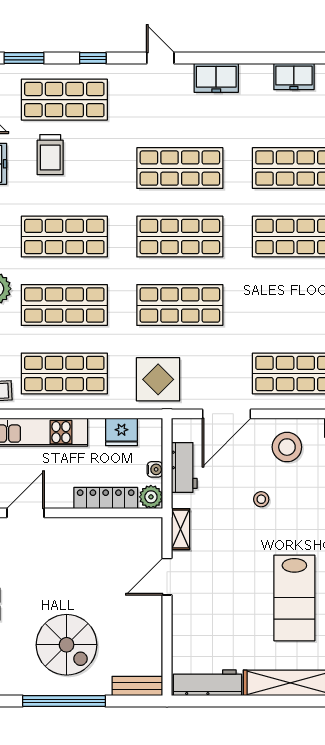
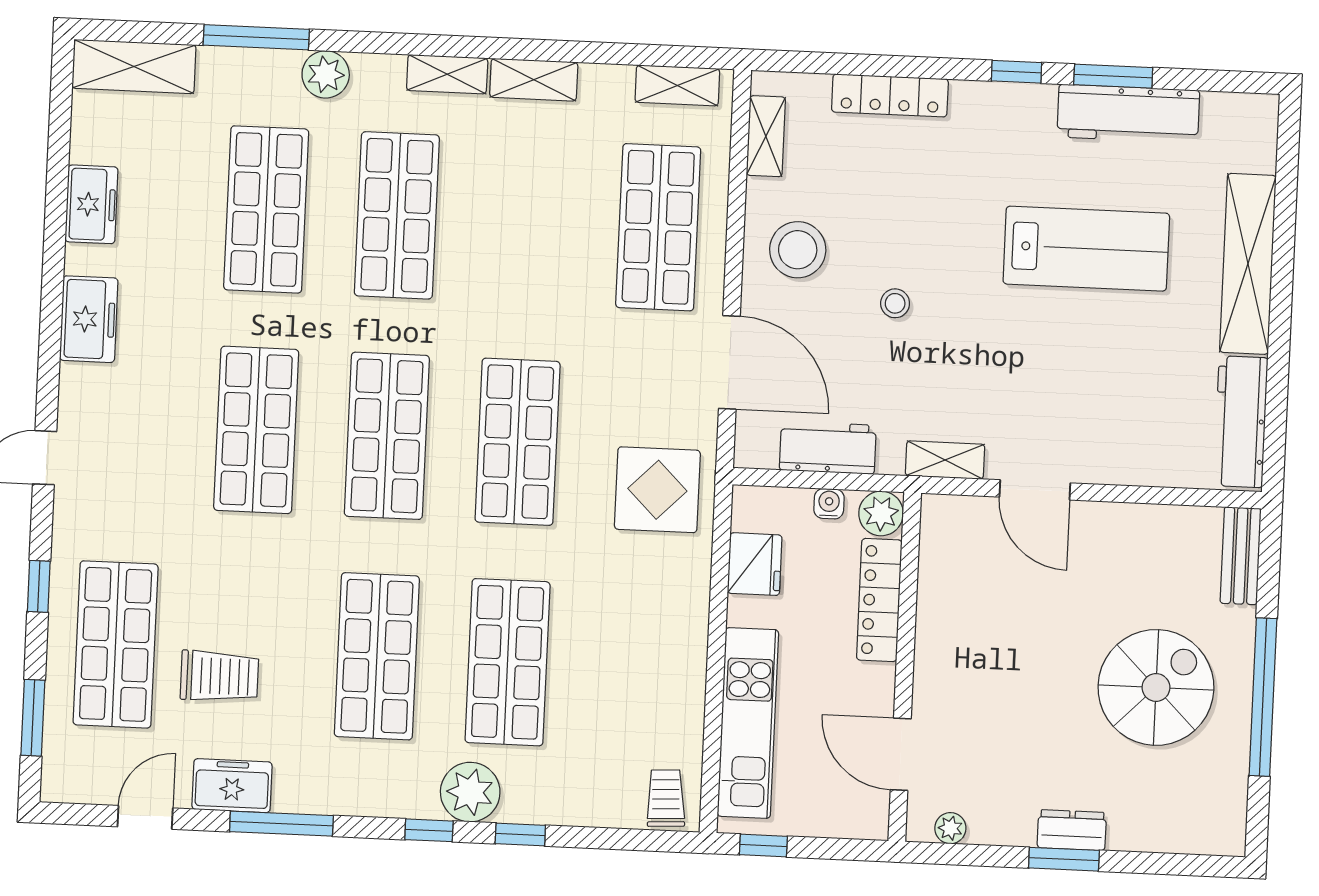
freezer: (216, 78) -> (89, 319), moved
shop shelf: (64, 374) -> (638, 668), removed

